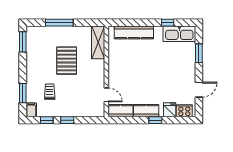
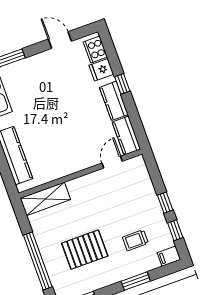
window: (59, 23) -> (38, 261), width x1.46
pallet: (67, 61) -> (85, 250), moved
window: (23, 93) -> (136, 281), moved

